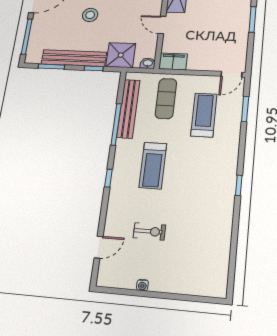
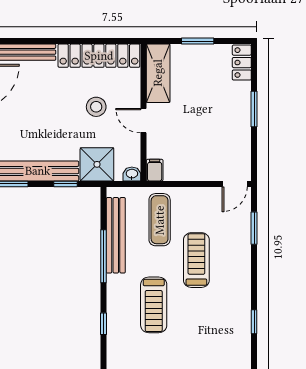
stool: (90, 15) -> (96, 107), moved
filing cabinet: (173, 61) -> (155, 170), width x0.50
treadmill: (204, 115) -> (196, 260), moved

